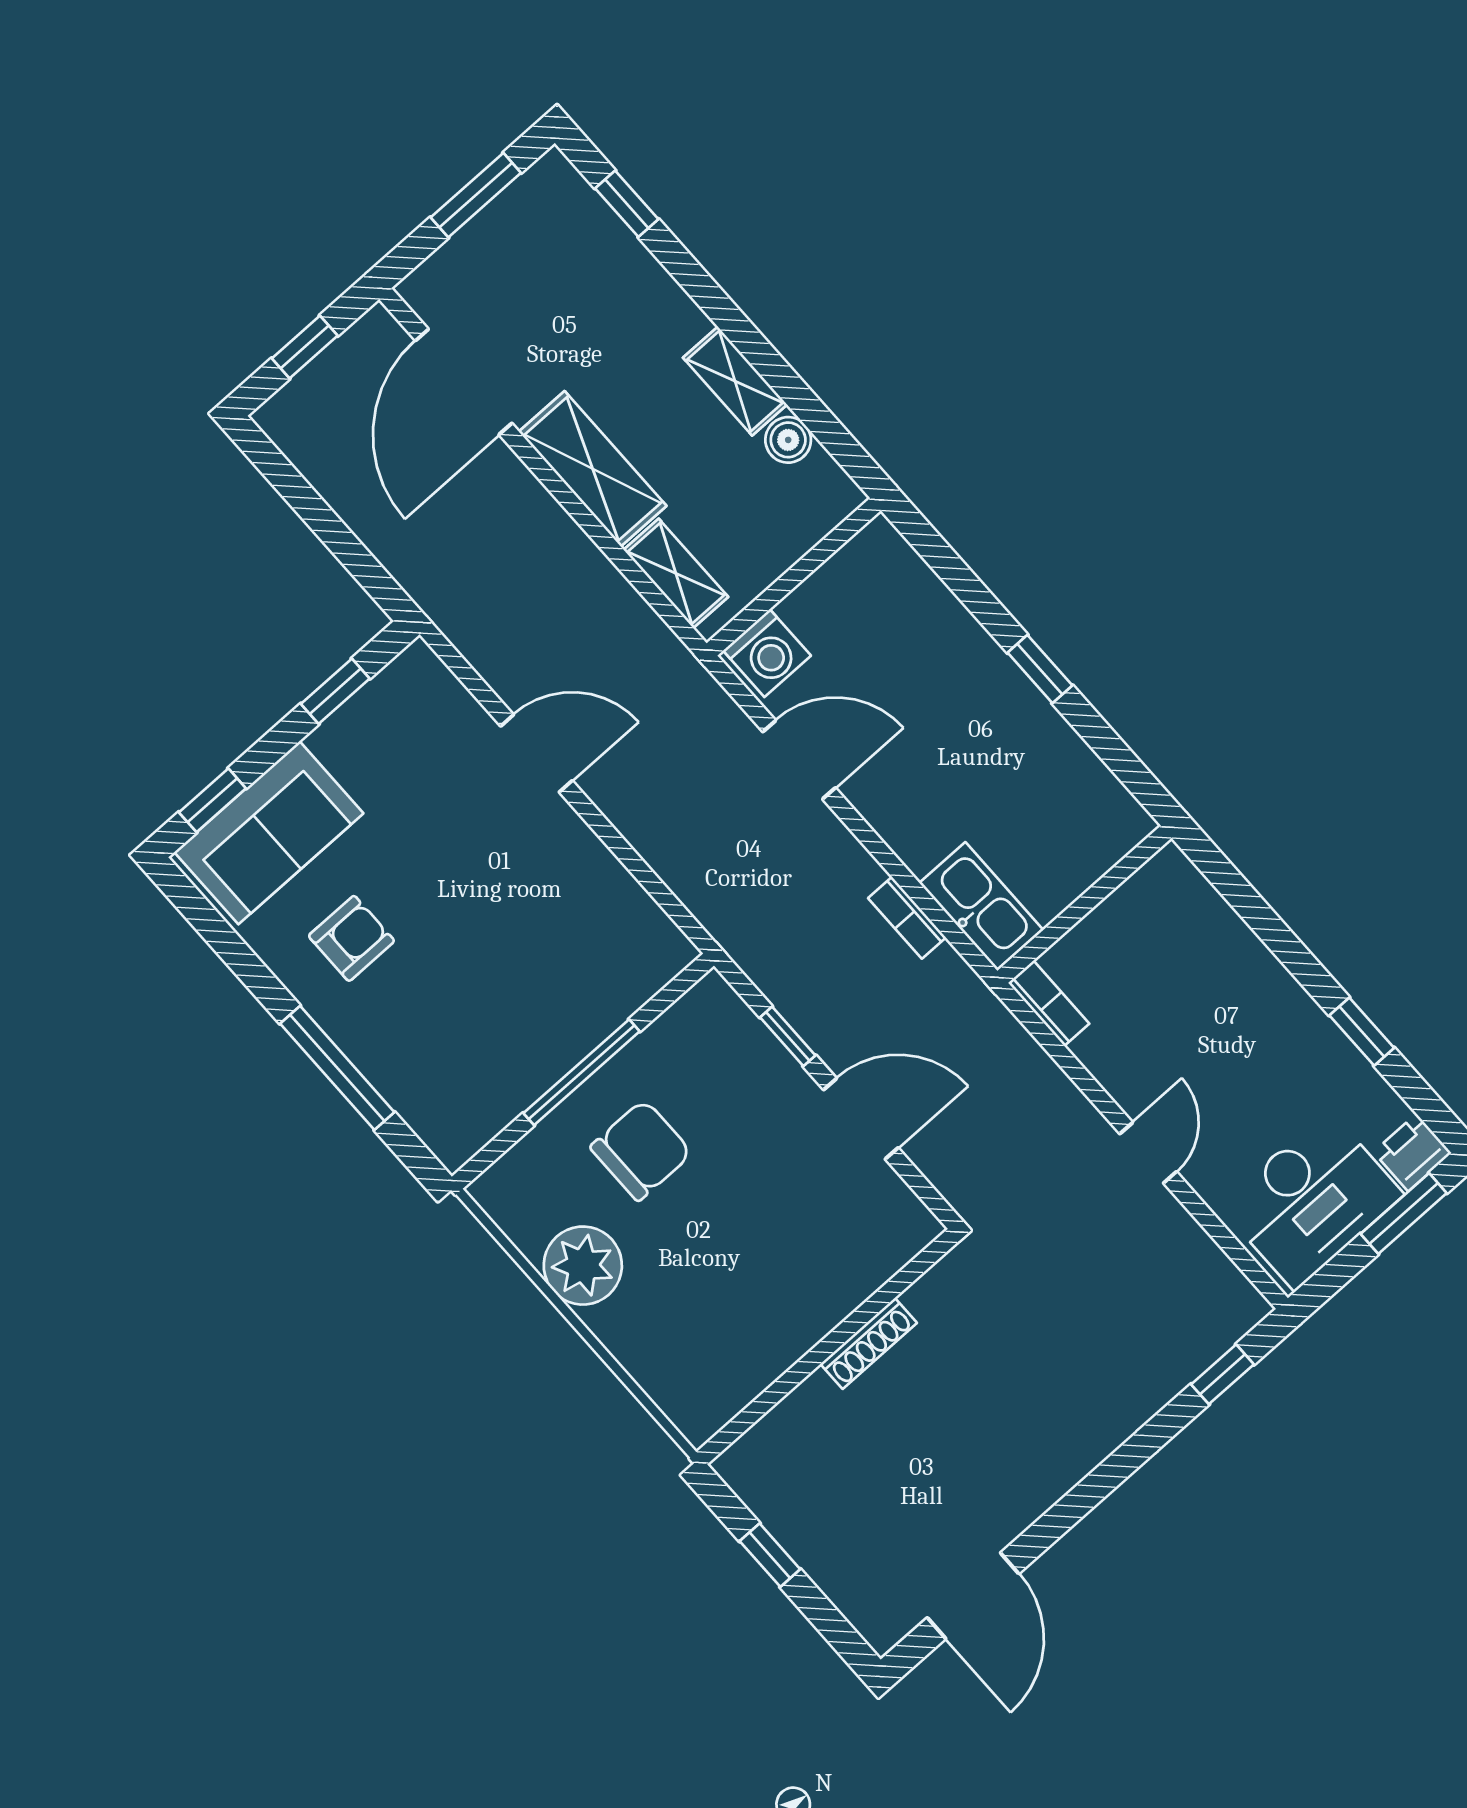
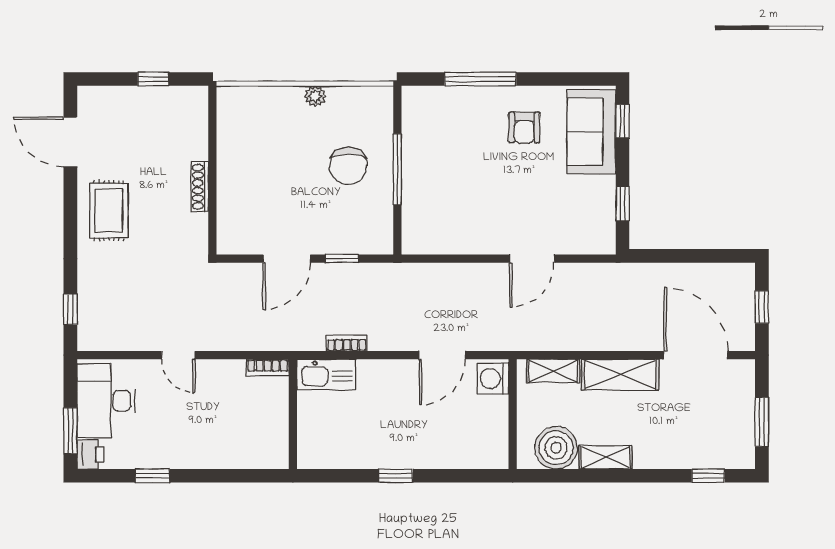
boiler: (788, 440) -> (556, 448), width x1.86, depth x1.86
plant: (583, 1266) -> (315, 96), width x0.53, depth x0.53
rug: (1025, 1447) -> (109, 211), added

